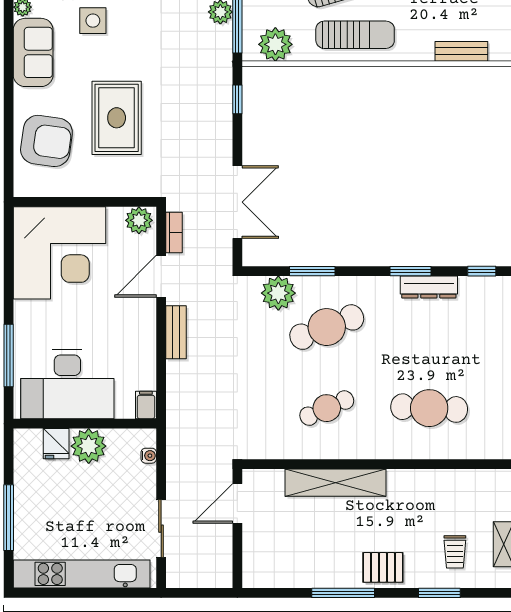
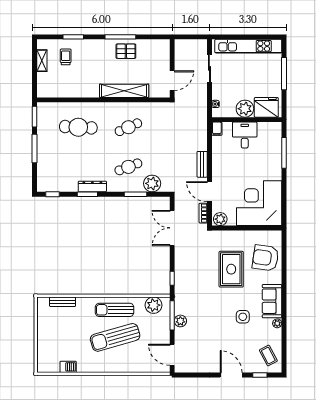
door: (161, 276) -> (209, 192), swing flipped
dresser: (429, 287) -> (92, 186), moved
cafe table: (327, 327) -> (128, 167), width x0.73, depth x0.74
desk: (67, 384) -> (245, 135), width x0.53, depth x0.77
fridge: (56, 444) -> (266, 107), width x1.88, depth x1.34
pallet: (383, 567) -> (126, 51), moved

